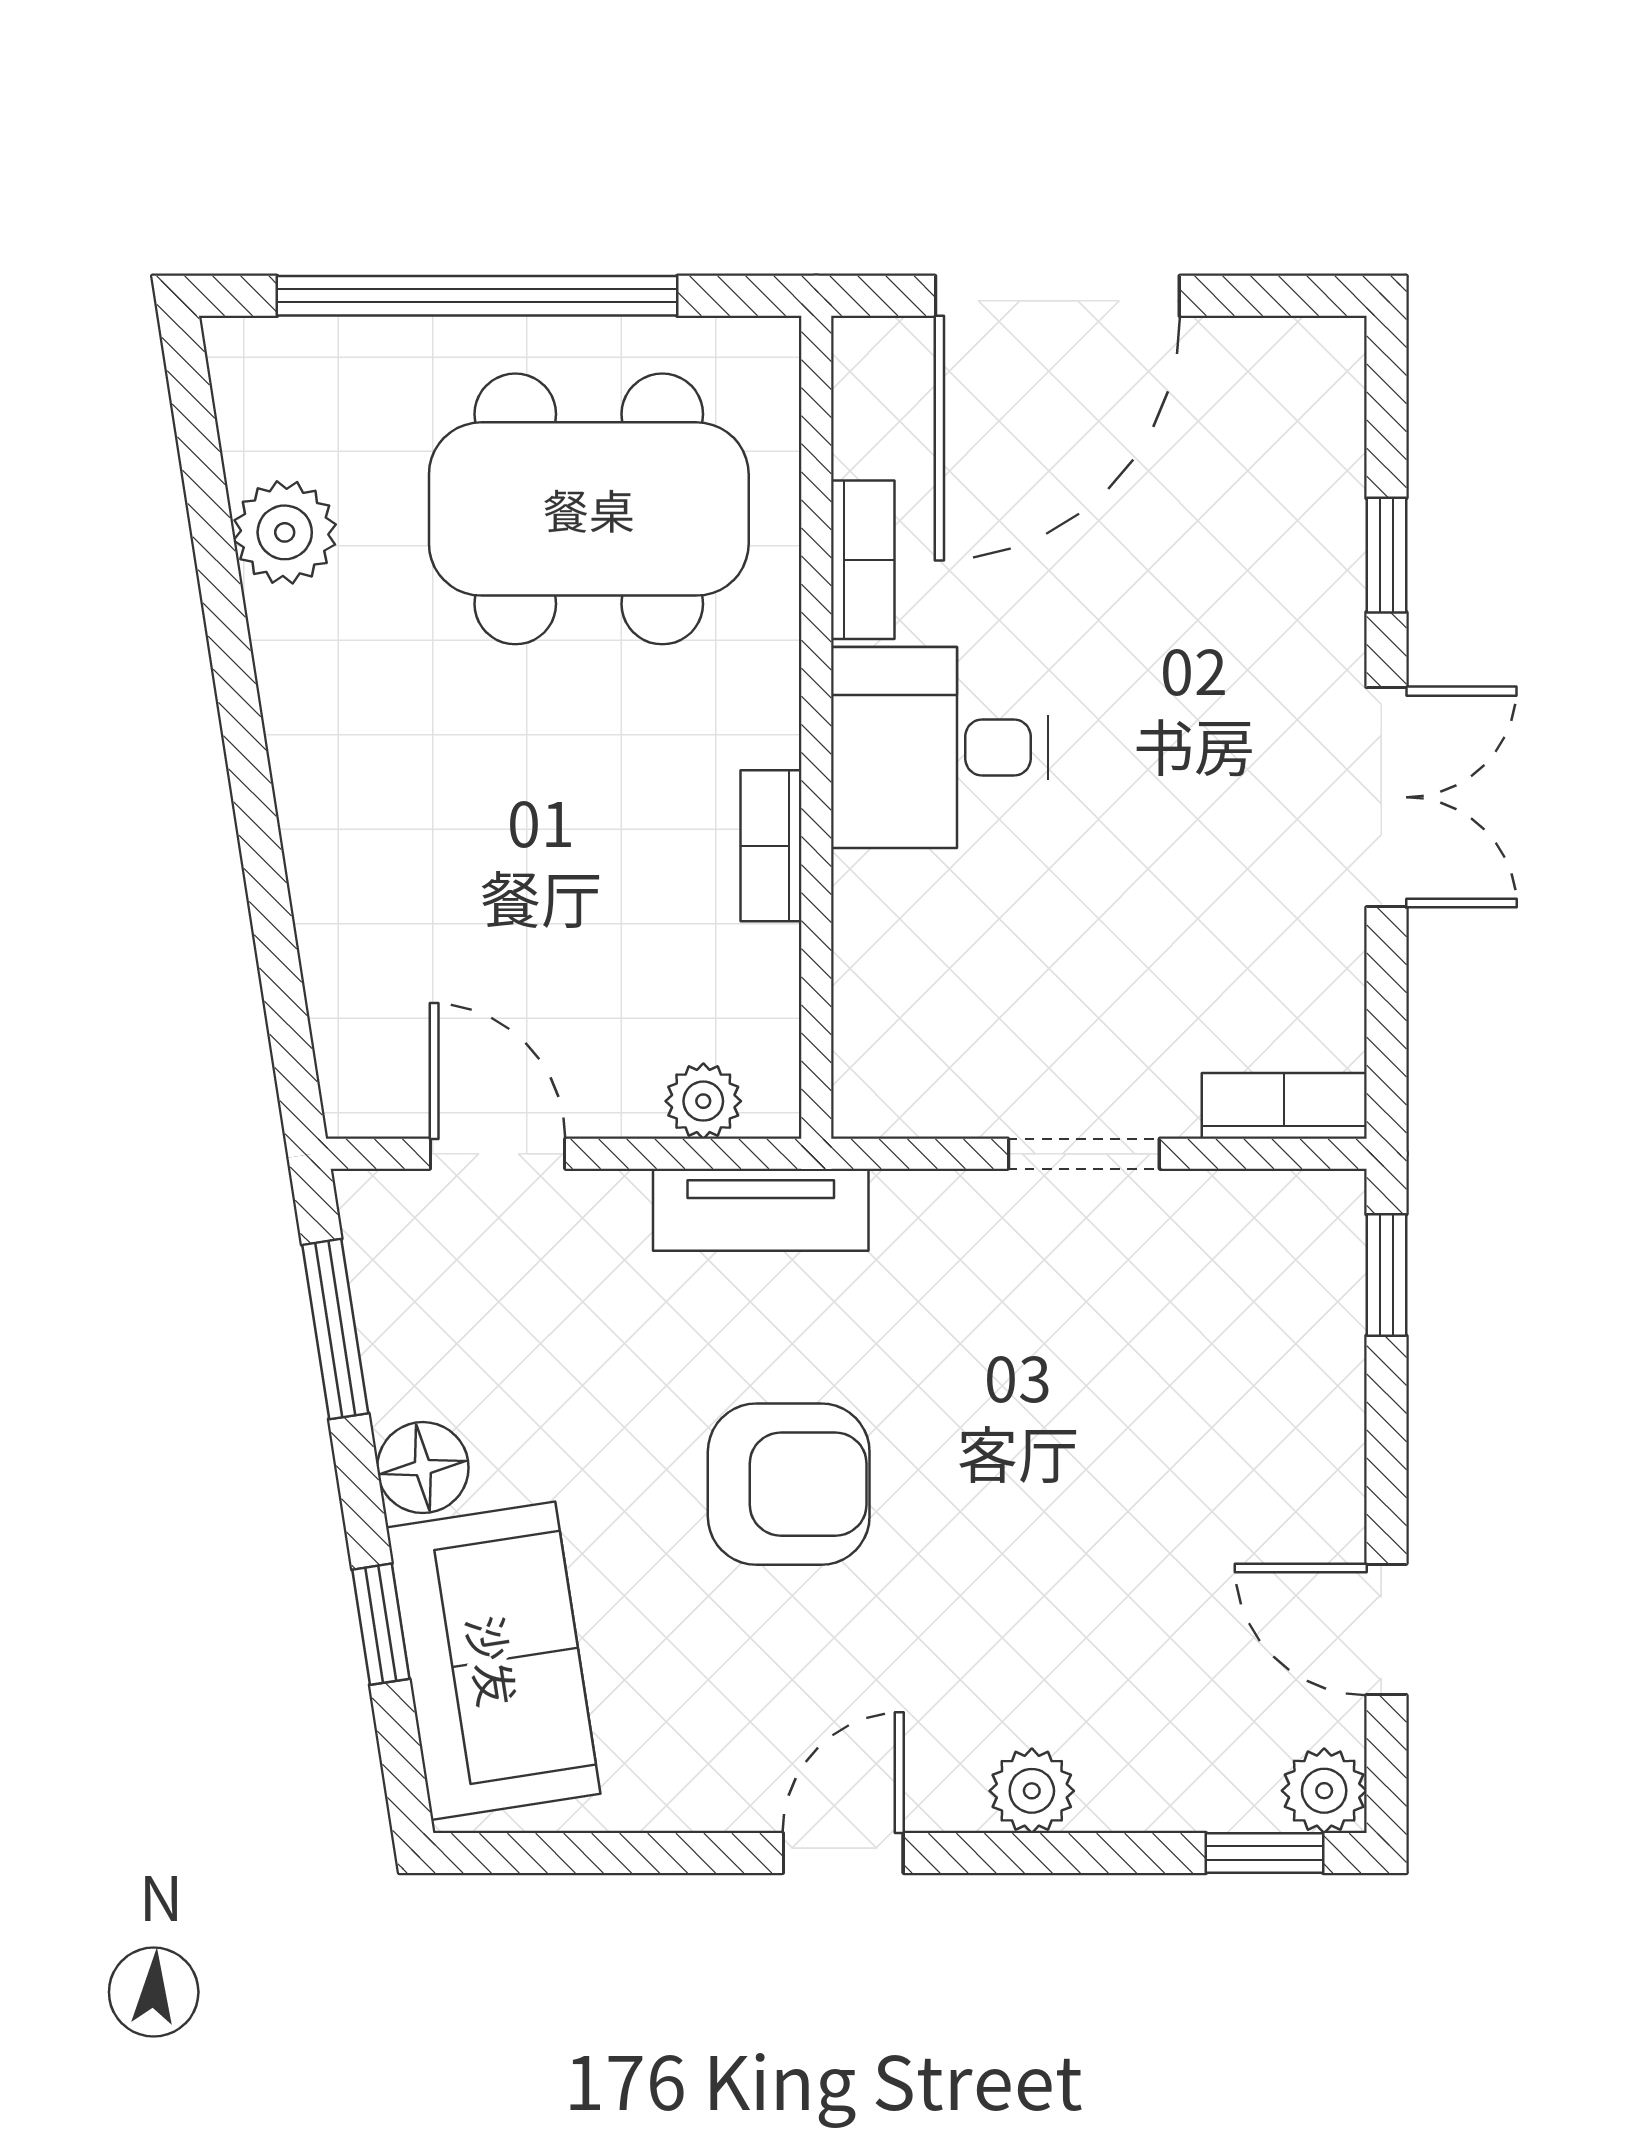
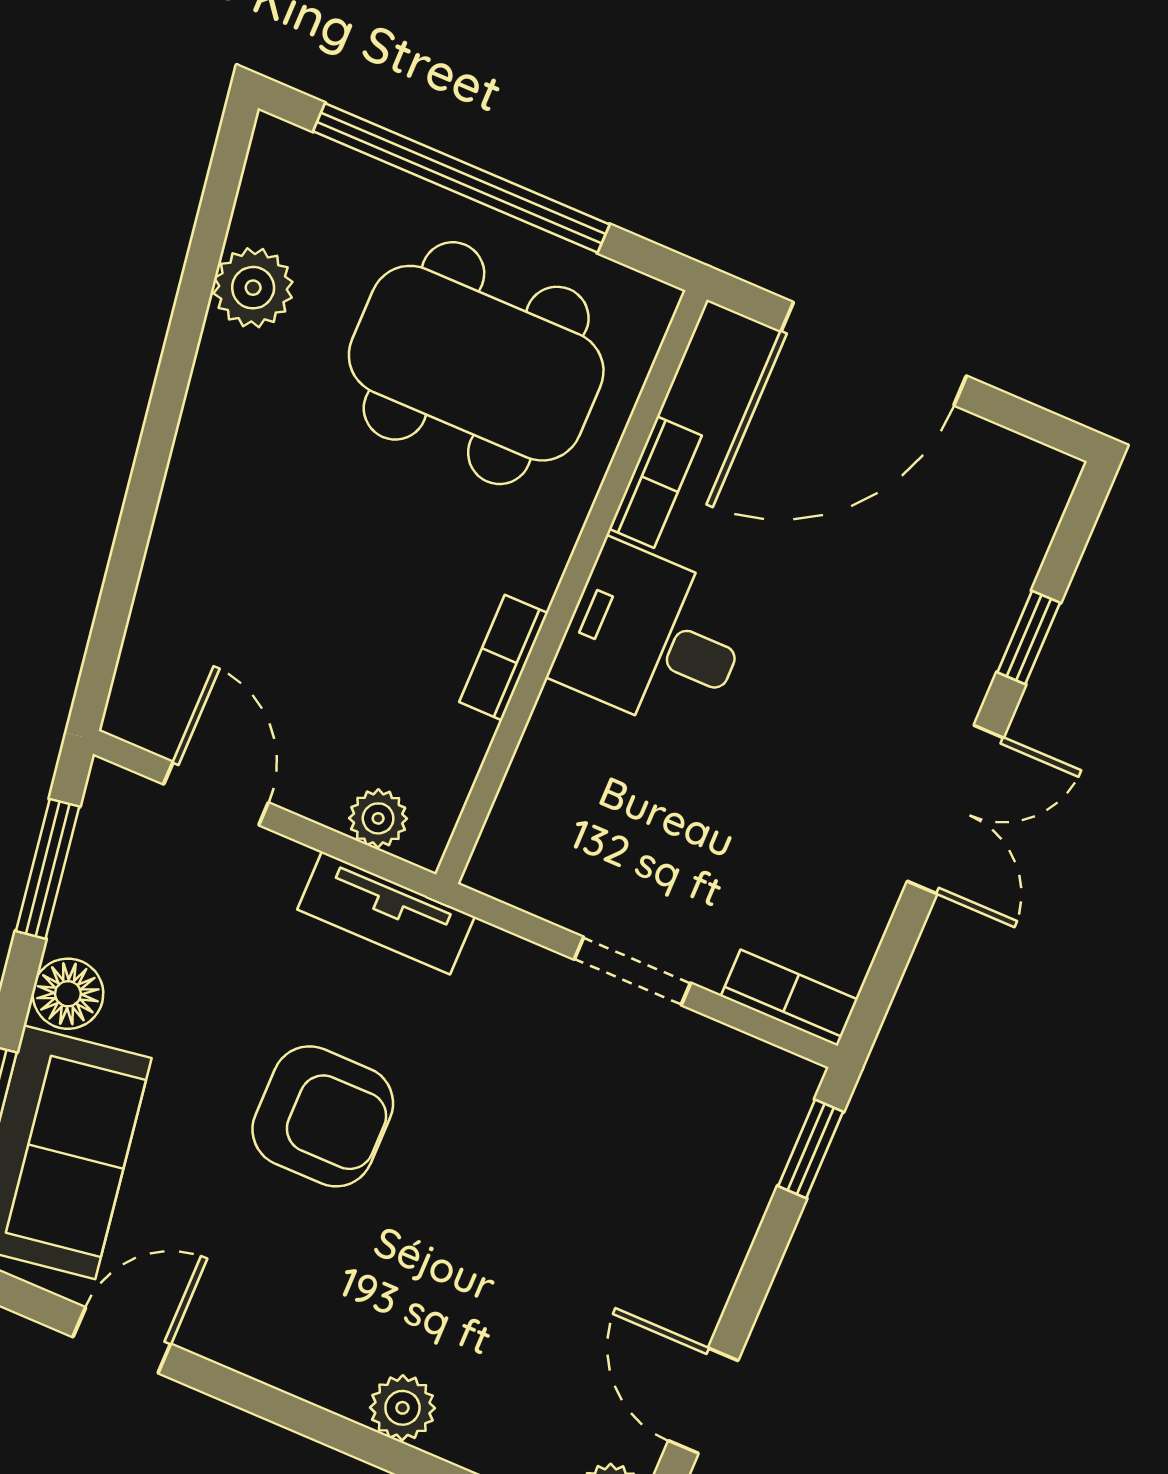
door: (843, 1853) -> (122, 1340), moved

